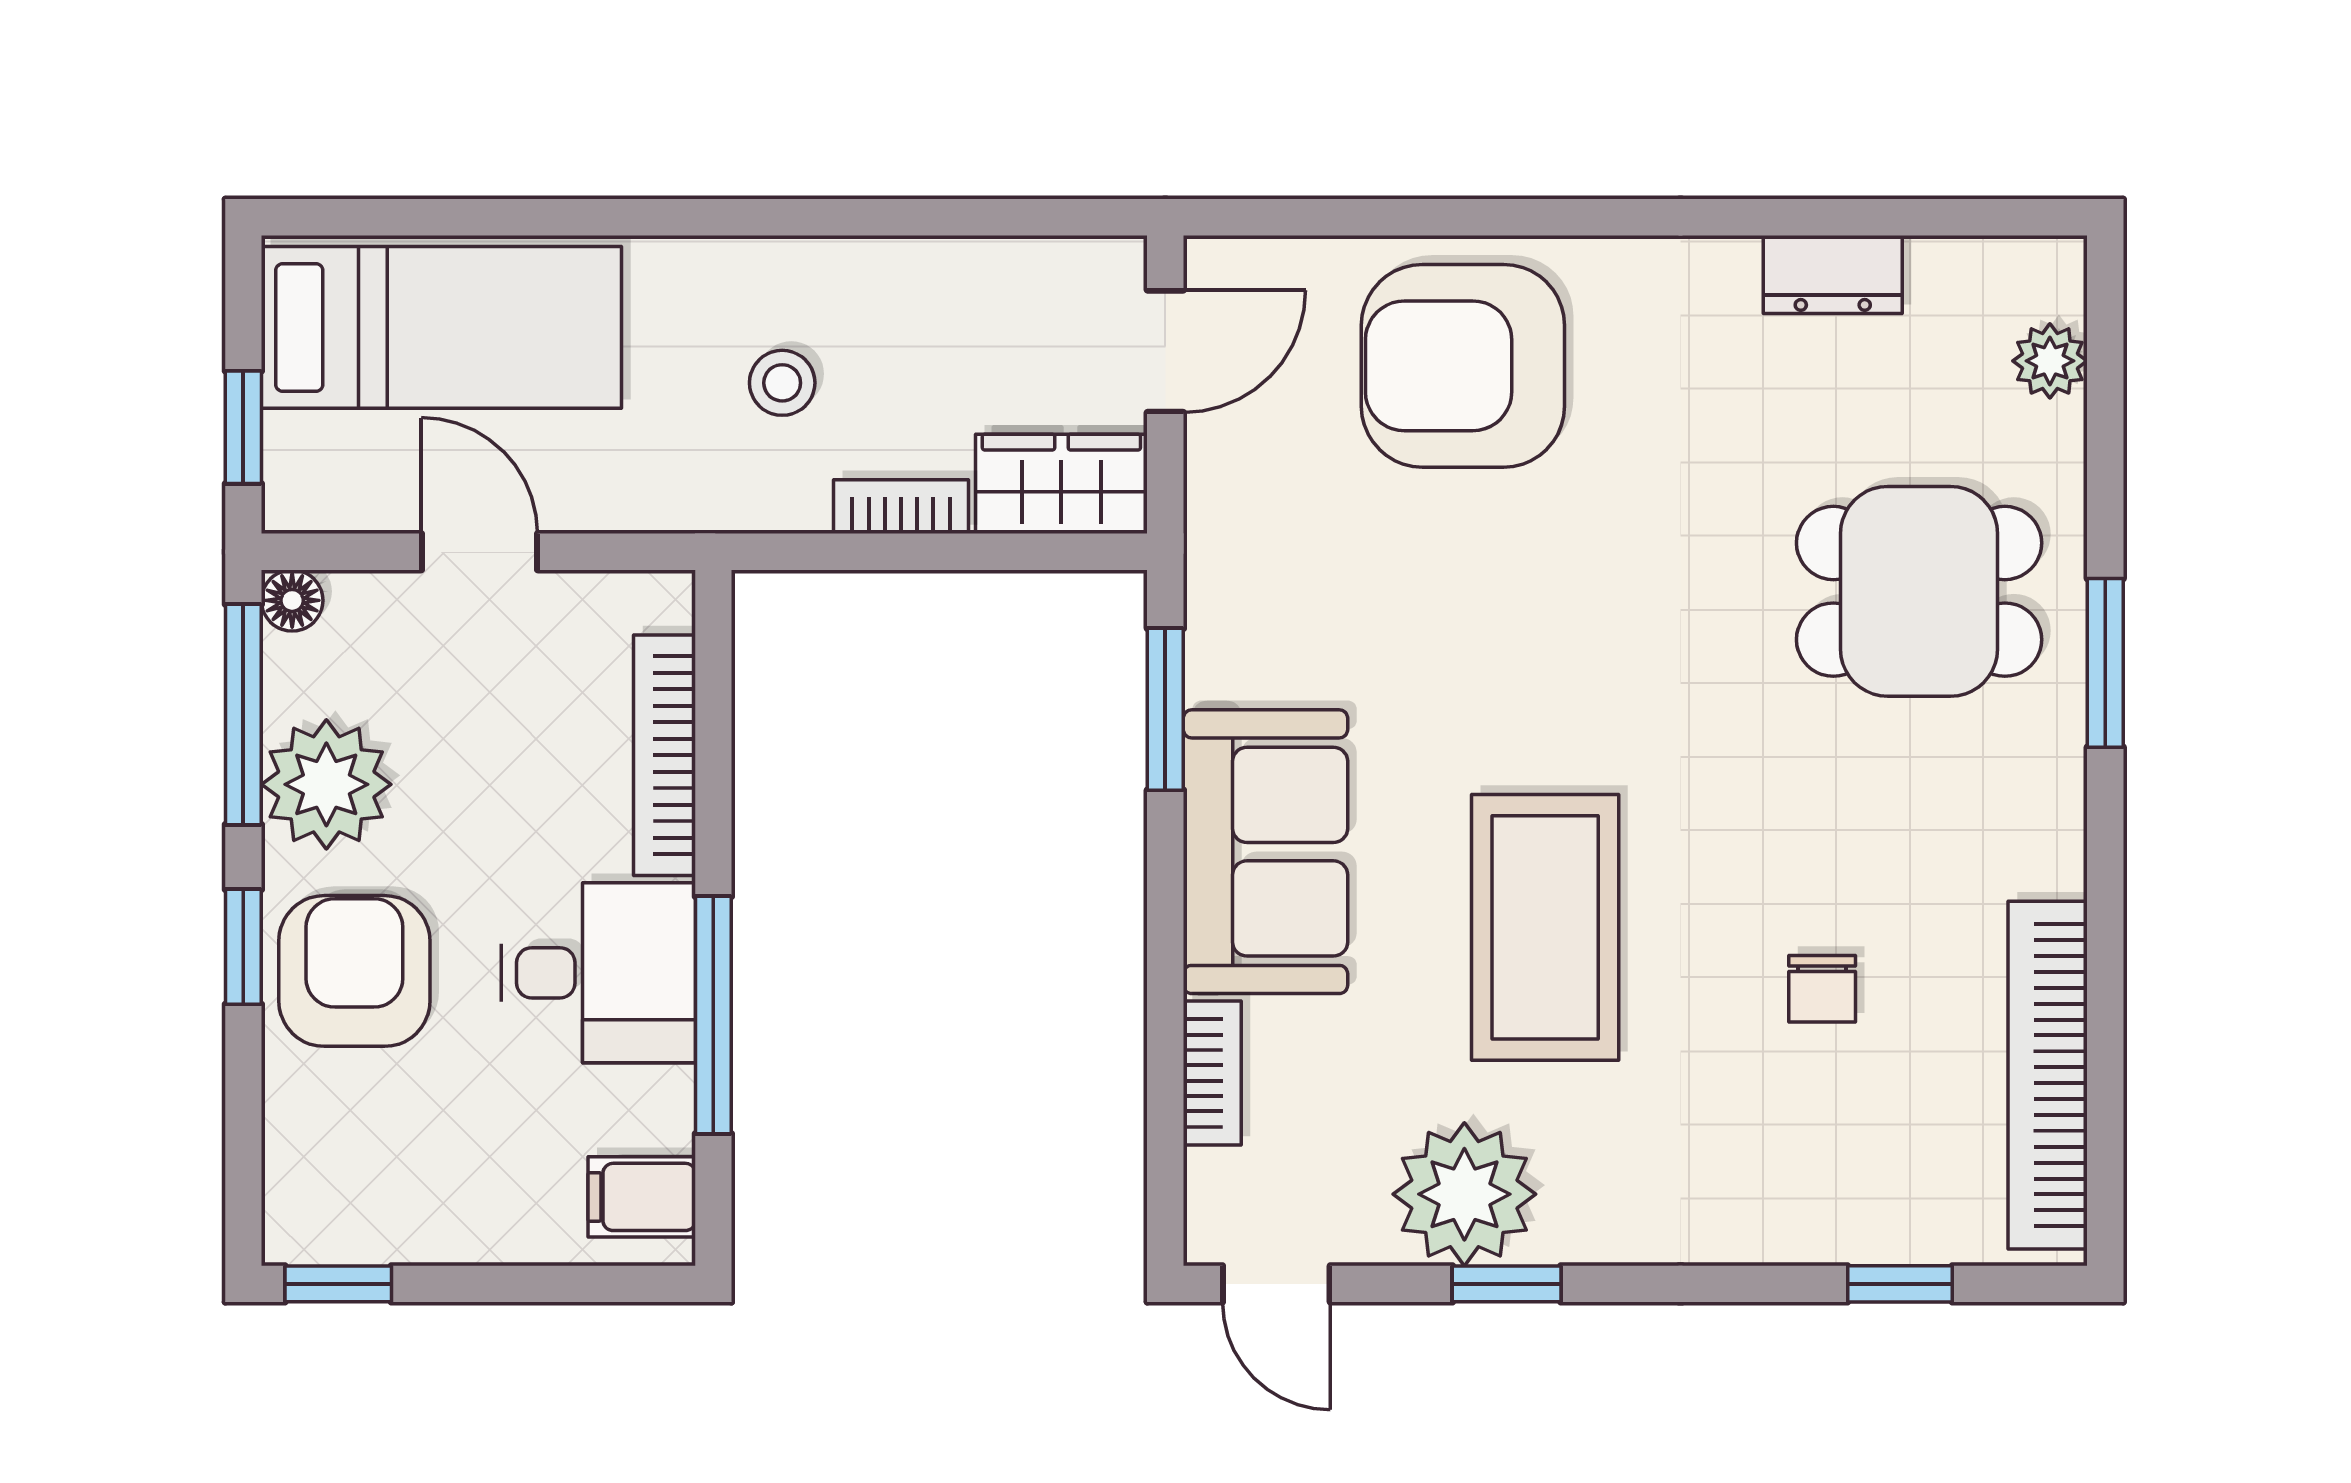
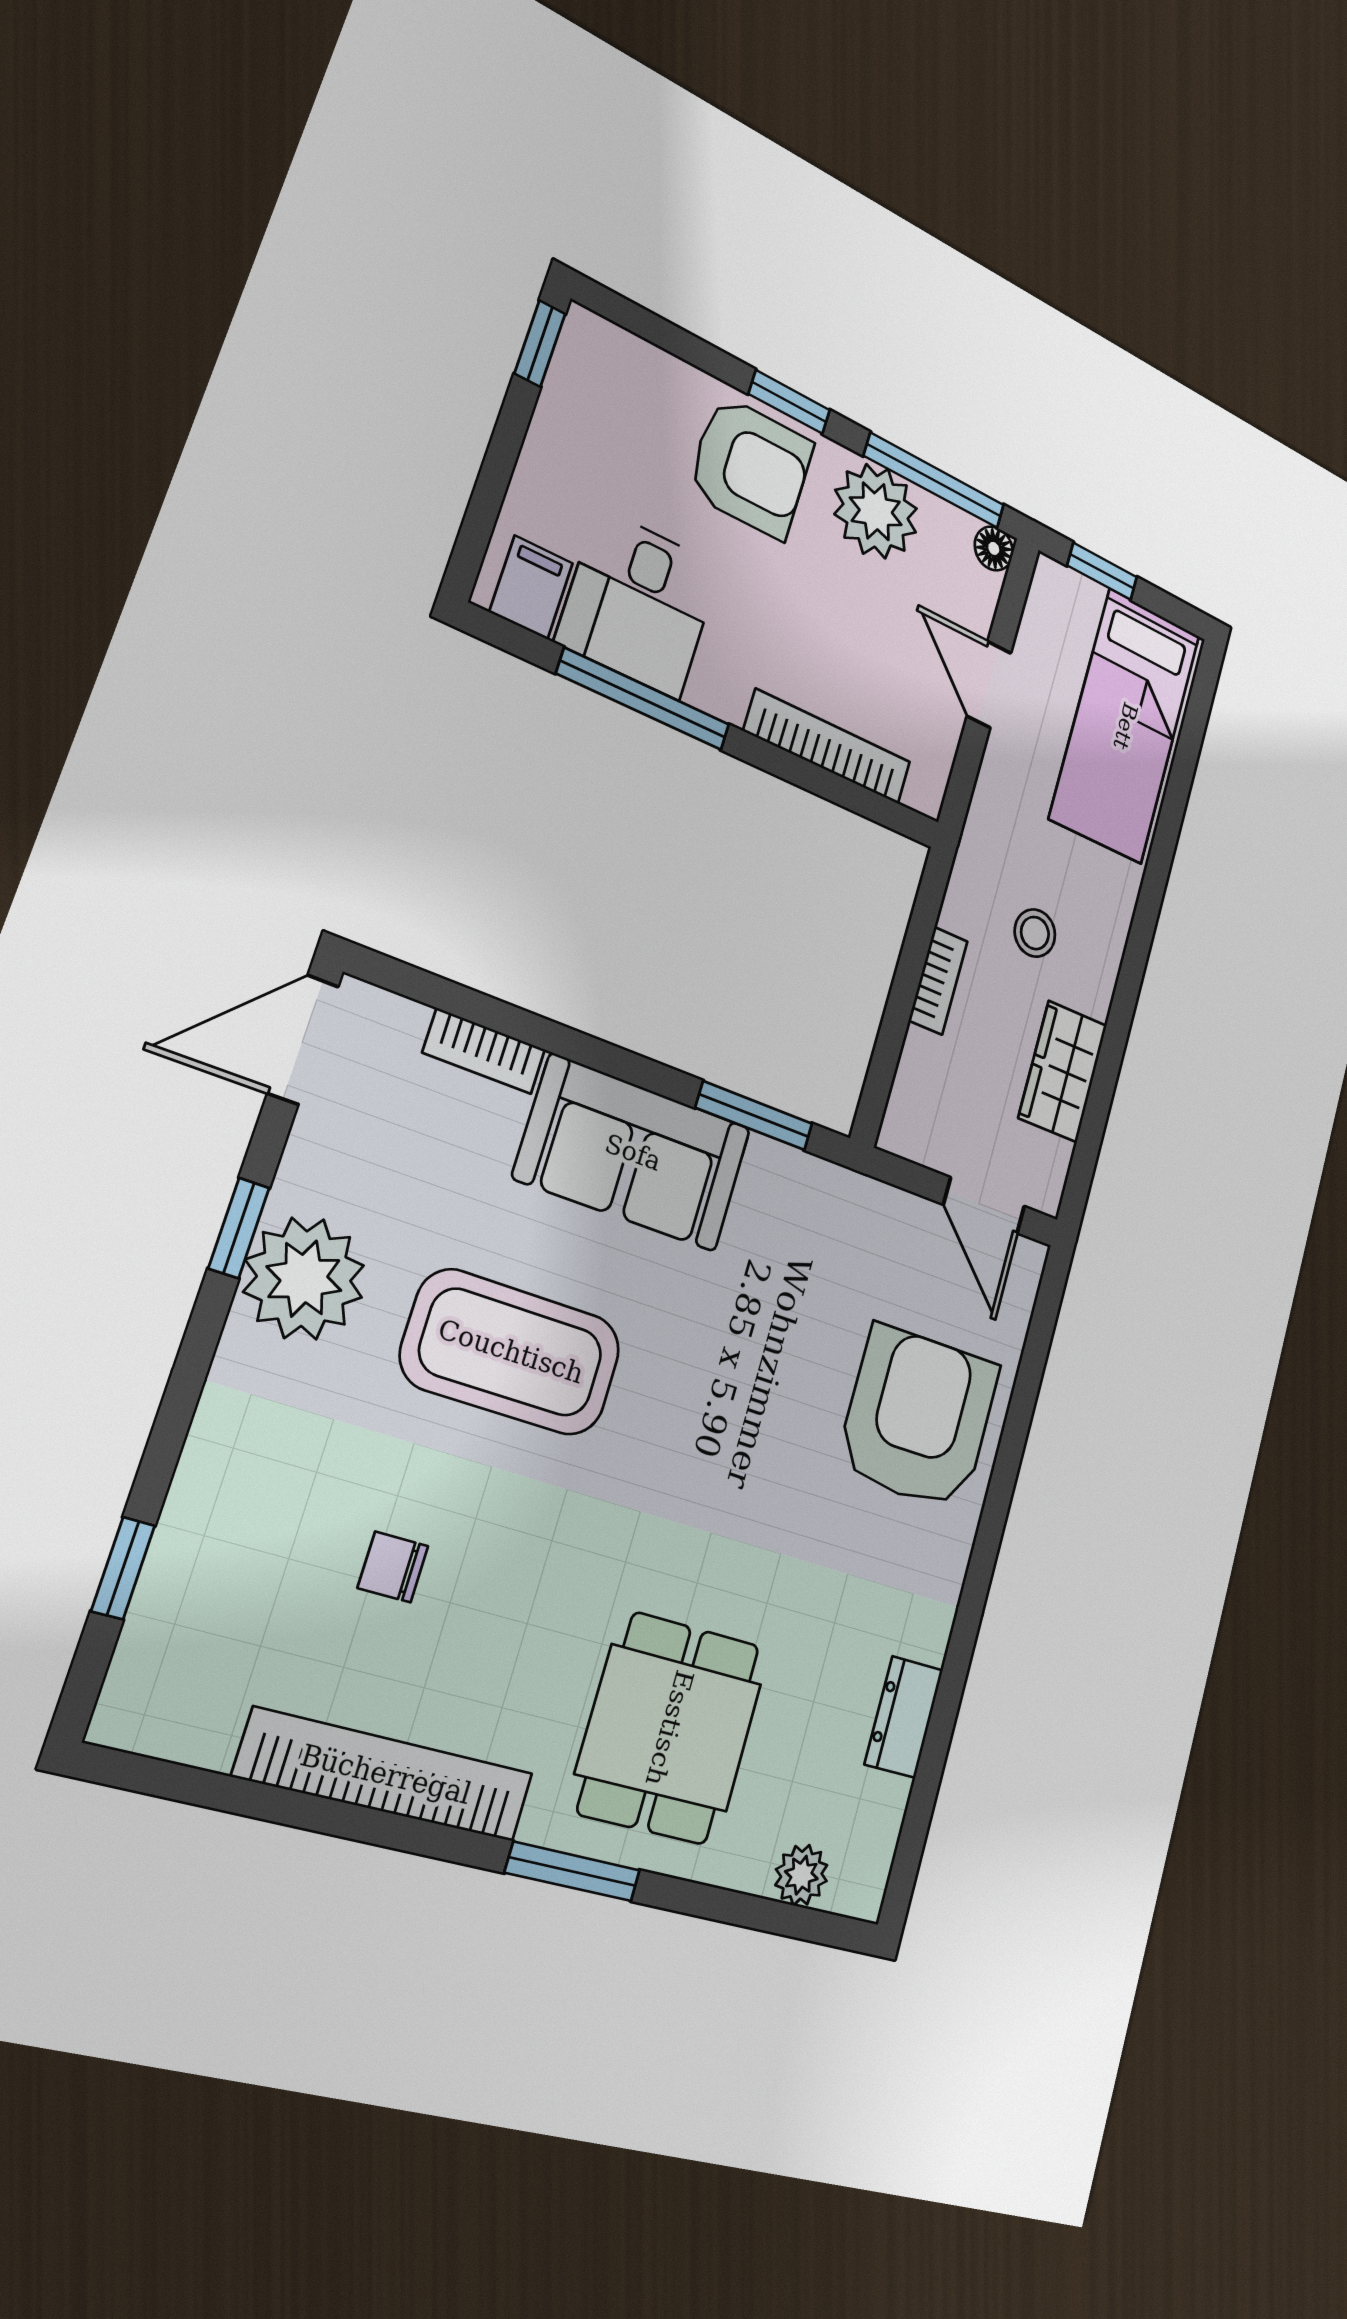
wardrobe: (1061, 484) -> (1063, 1071), moved, turned 180
door: (479, 552) -> (989, 684), swing flipped
desk: (598, 973) -> (639, 604), moved
bookcase: (2048, 1075) -> (386, 1775), moved
plant: (1464, 1194) -> (304, 1279), moved
door: (1276, 1284) -> (303, 1040), width x1.38

